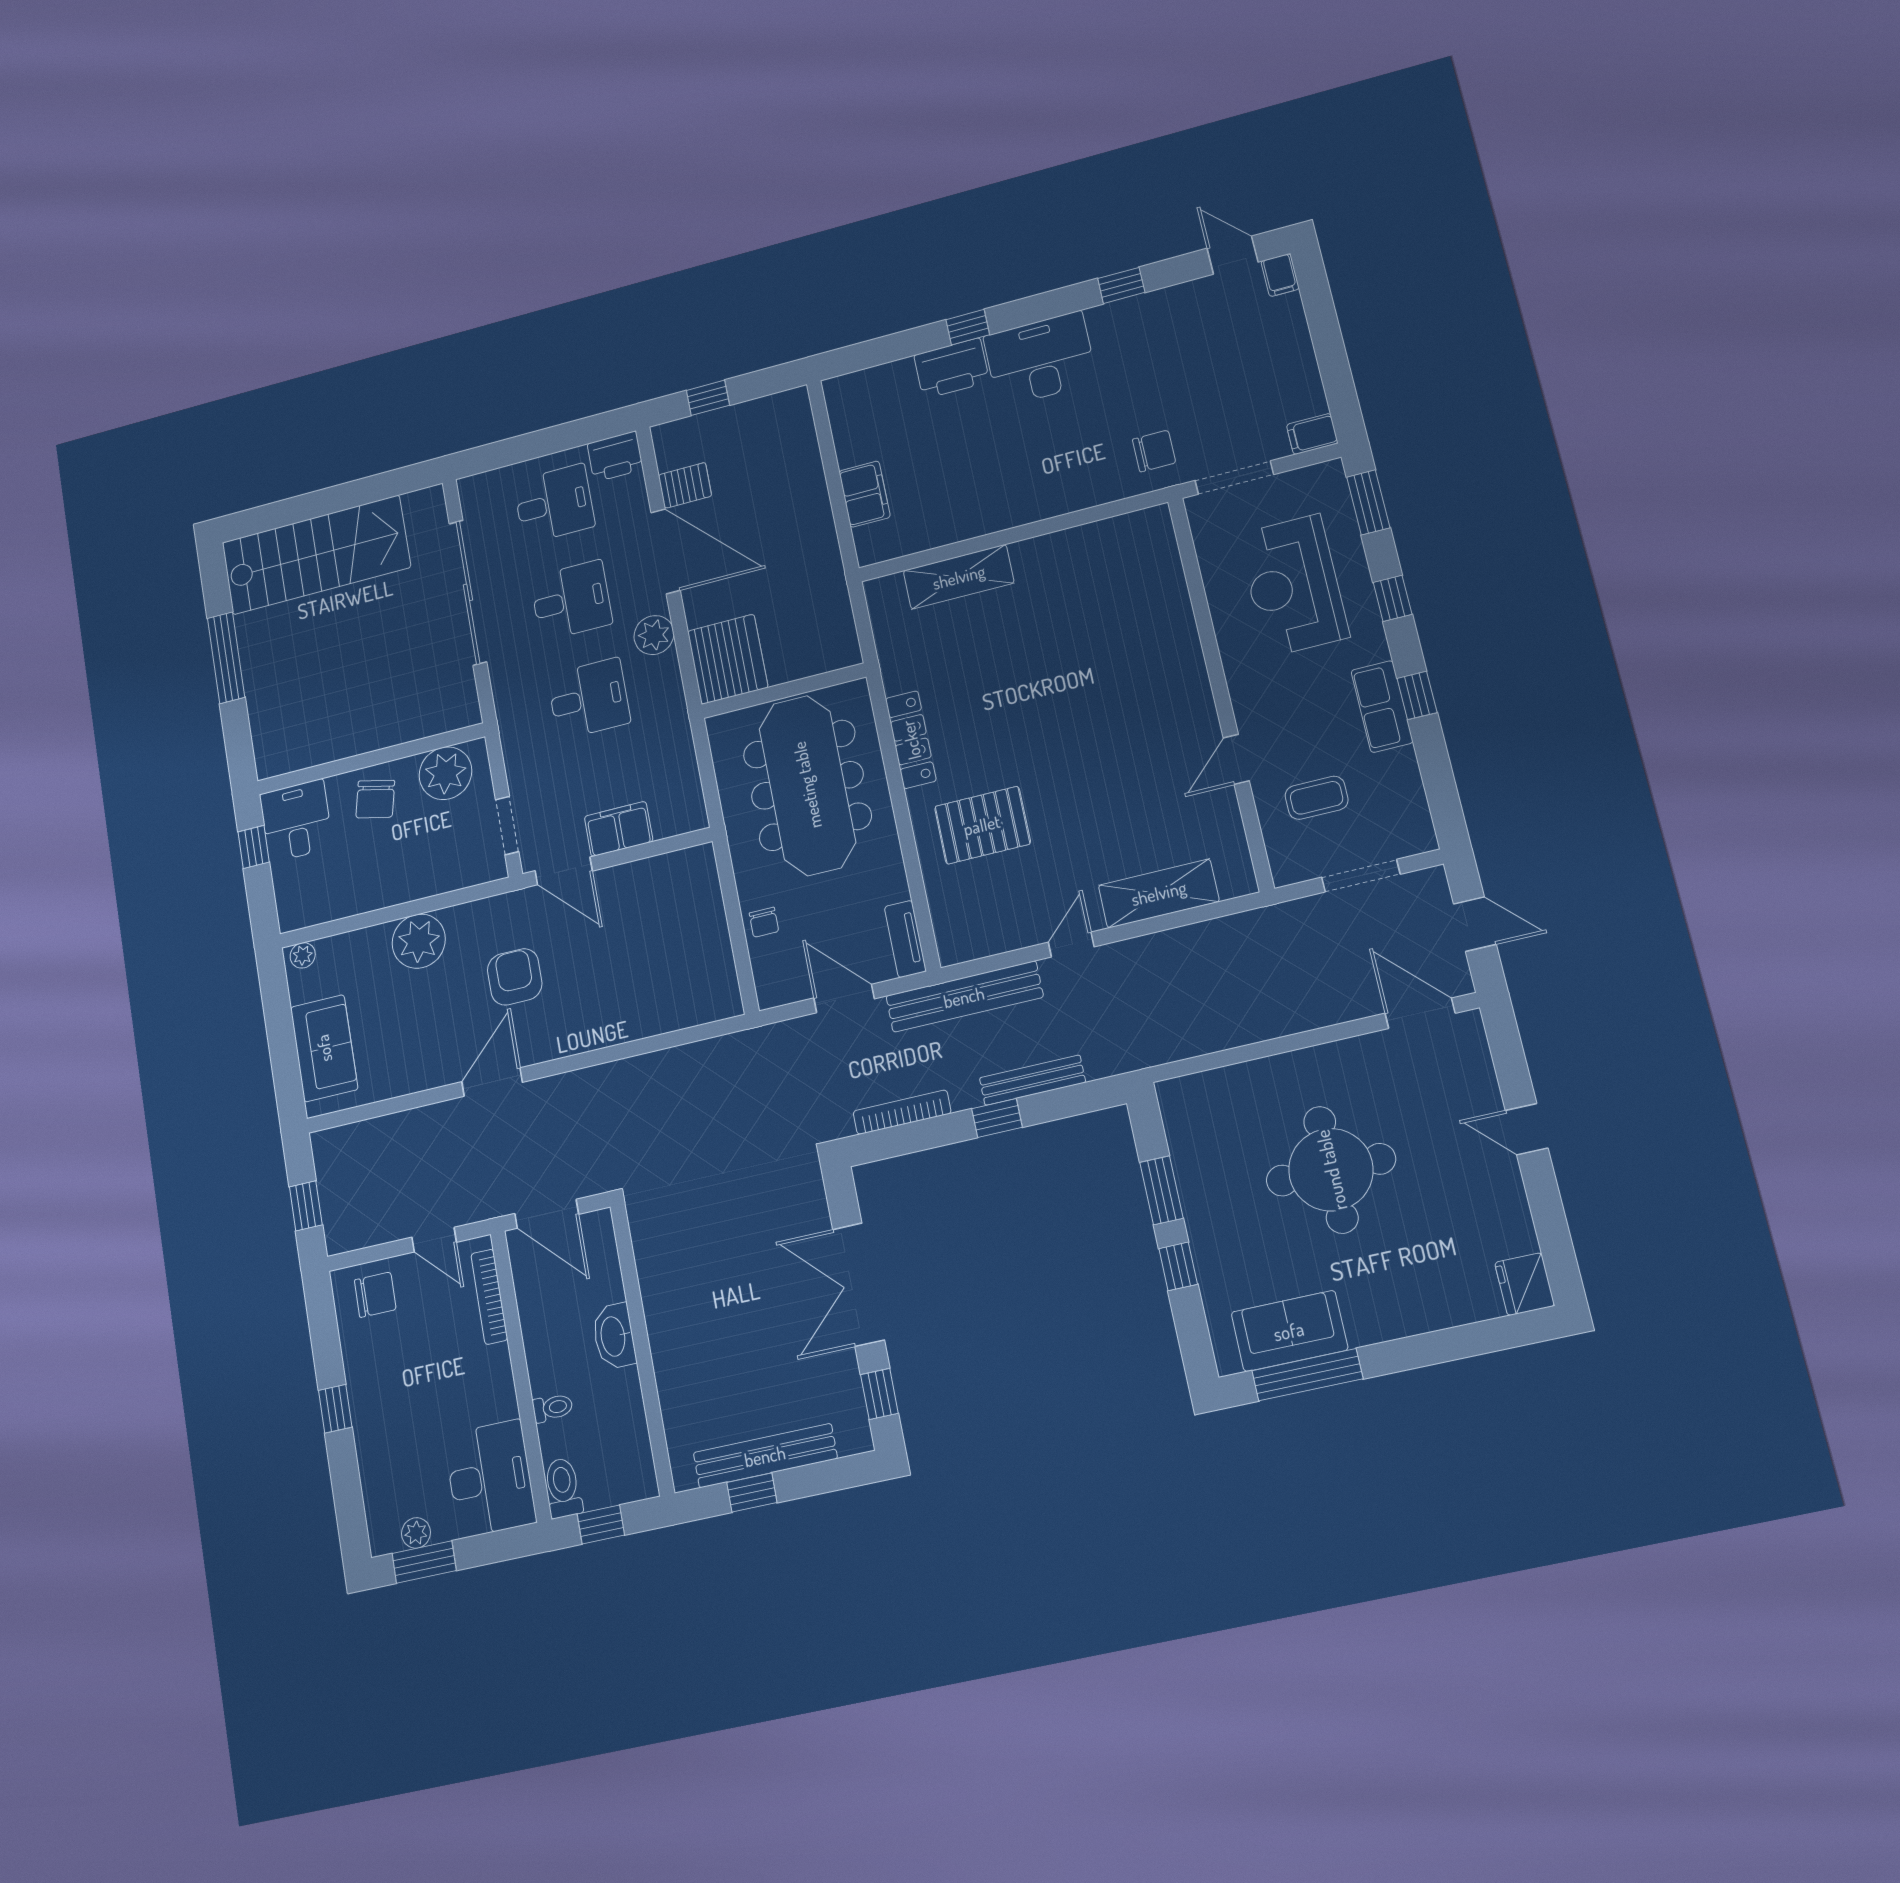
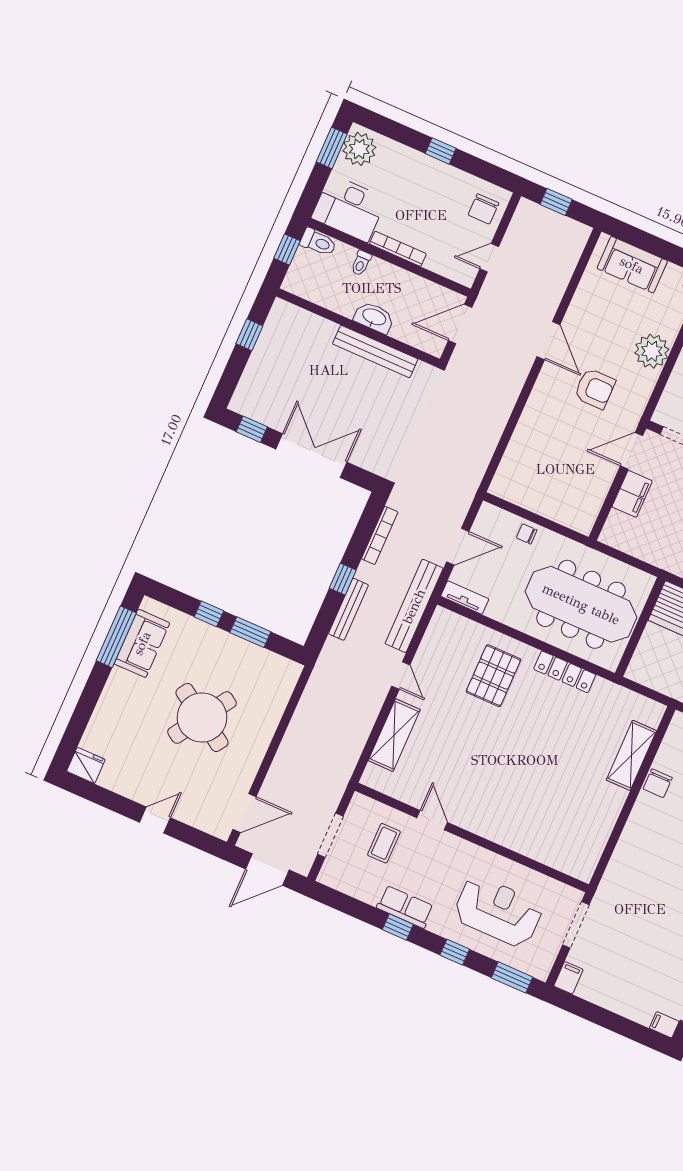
chair: (1154, 451) -> (658, 783), moved
door: (1475, 924) -> (267, 870), width x1.38
round table: (1331, 1170) -> (202, 717), turned 33
bookcase: (489, 1297) -> (398, 249), moved
bench: (765, 1456) -> (375, 351), moved, turned 90
plant: (416, 1533) -> (359, 149), width x1.88, depth x1.88

